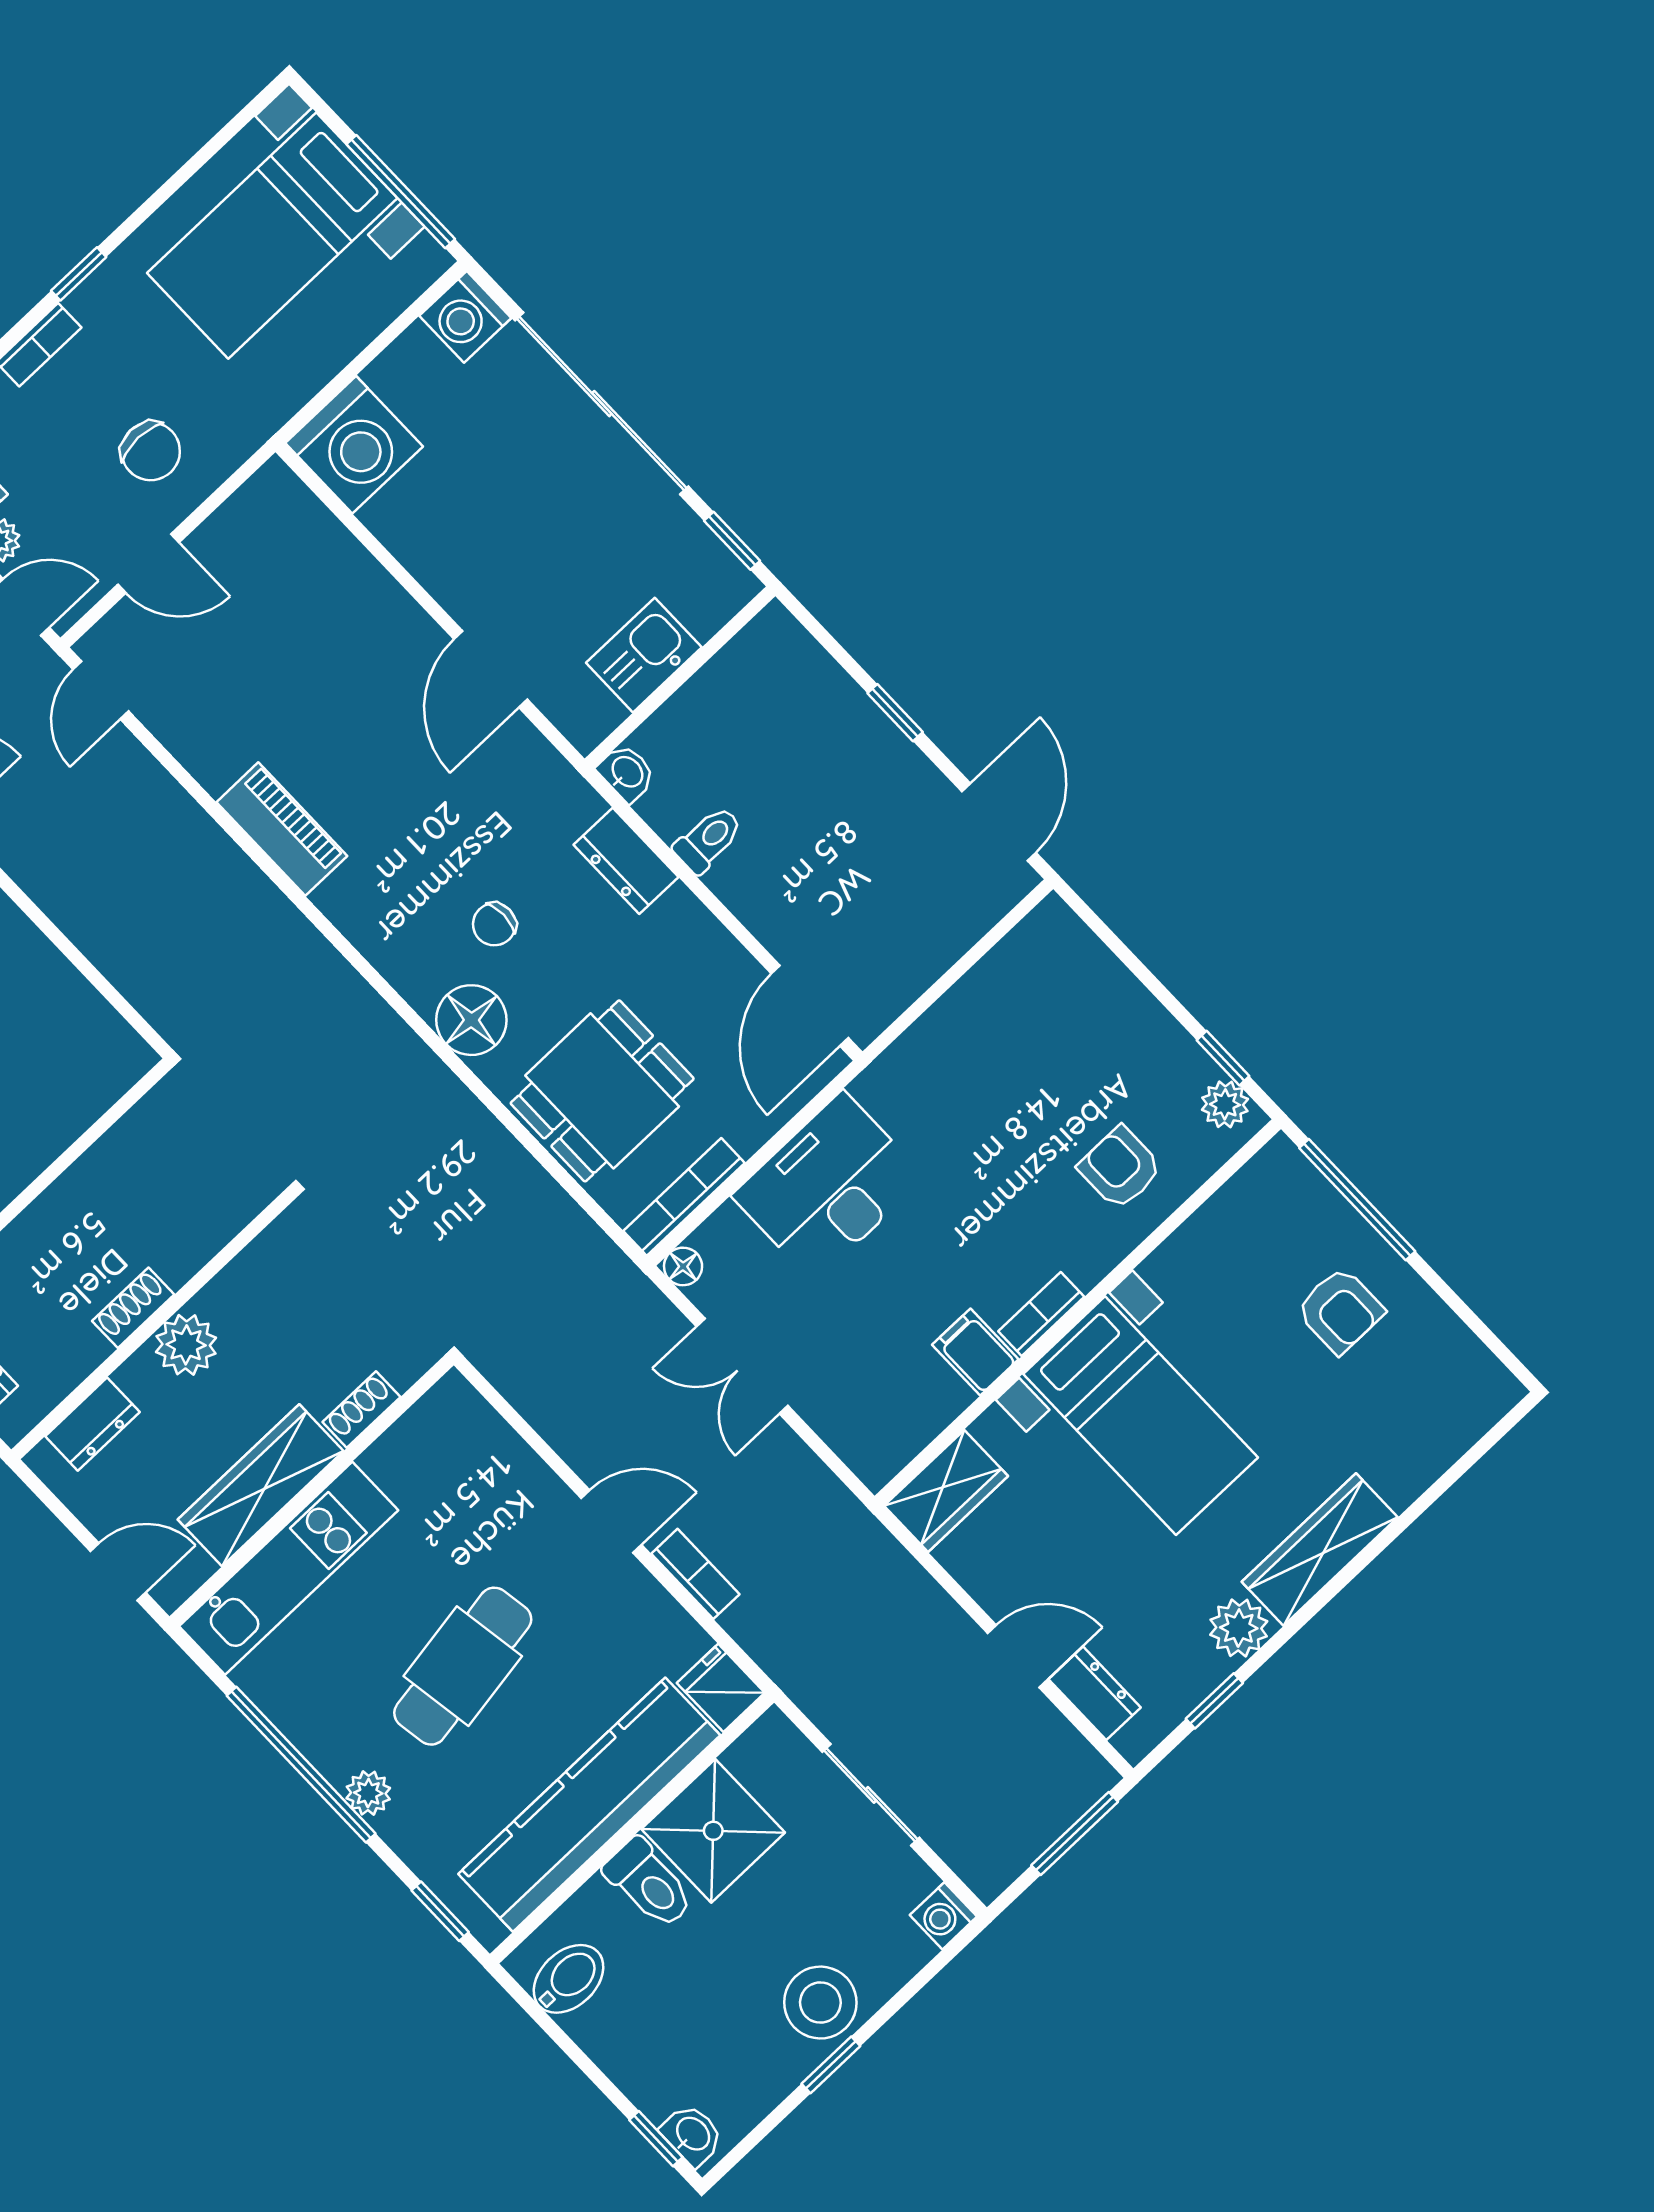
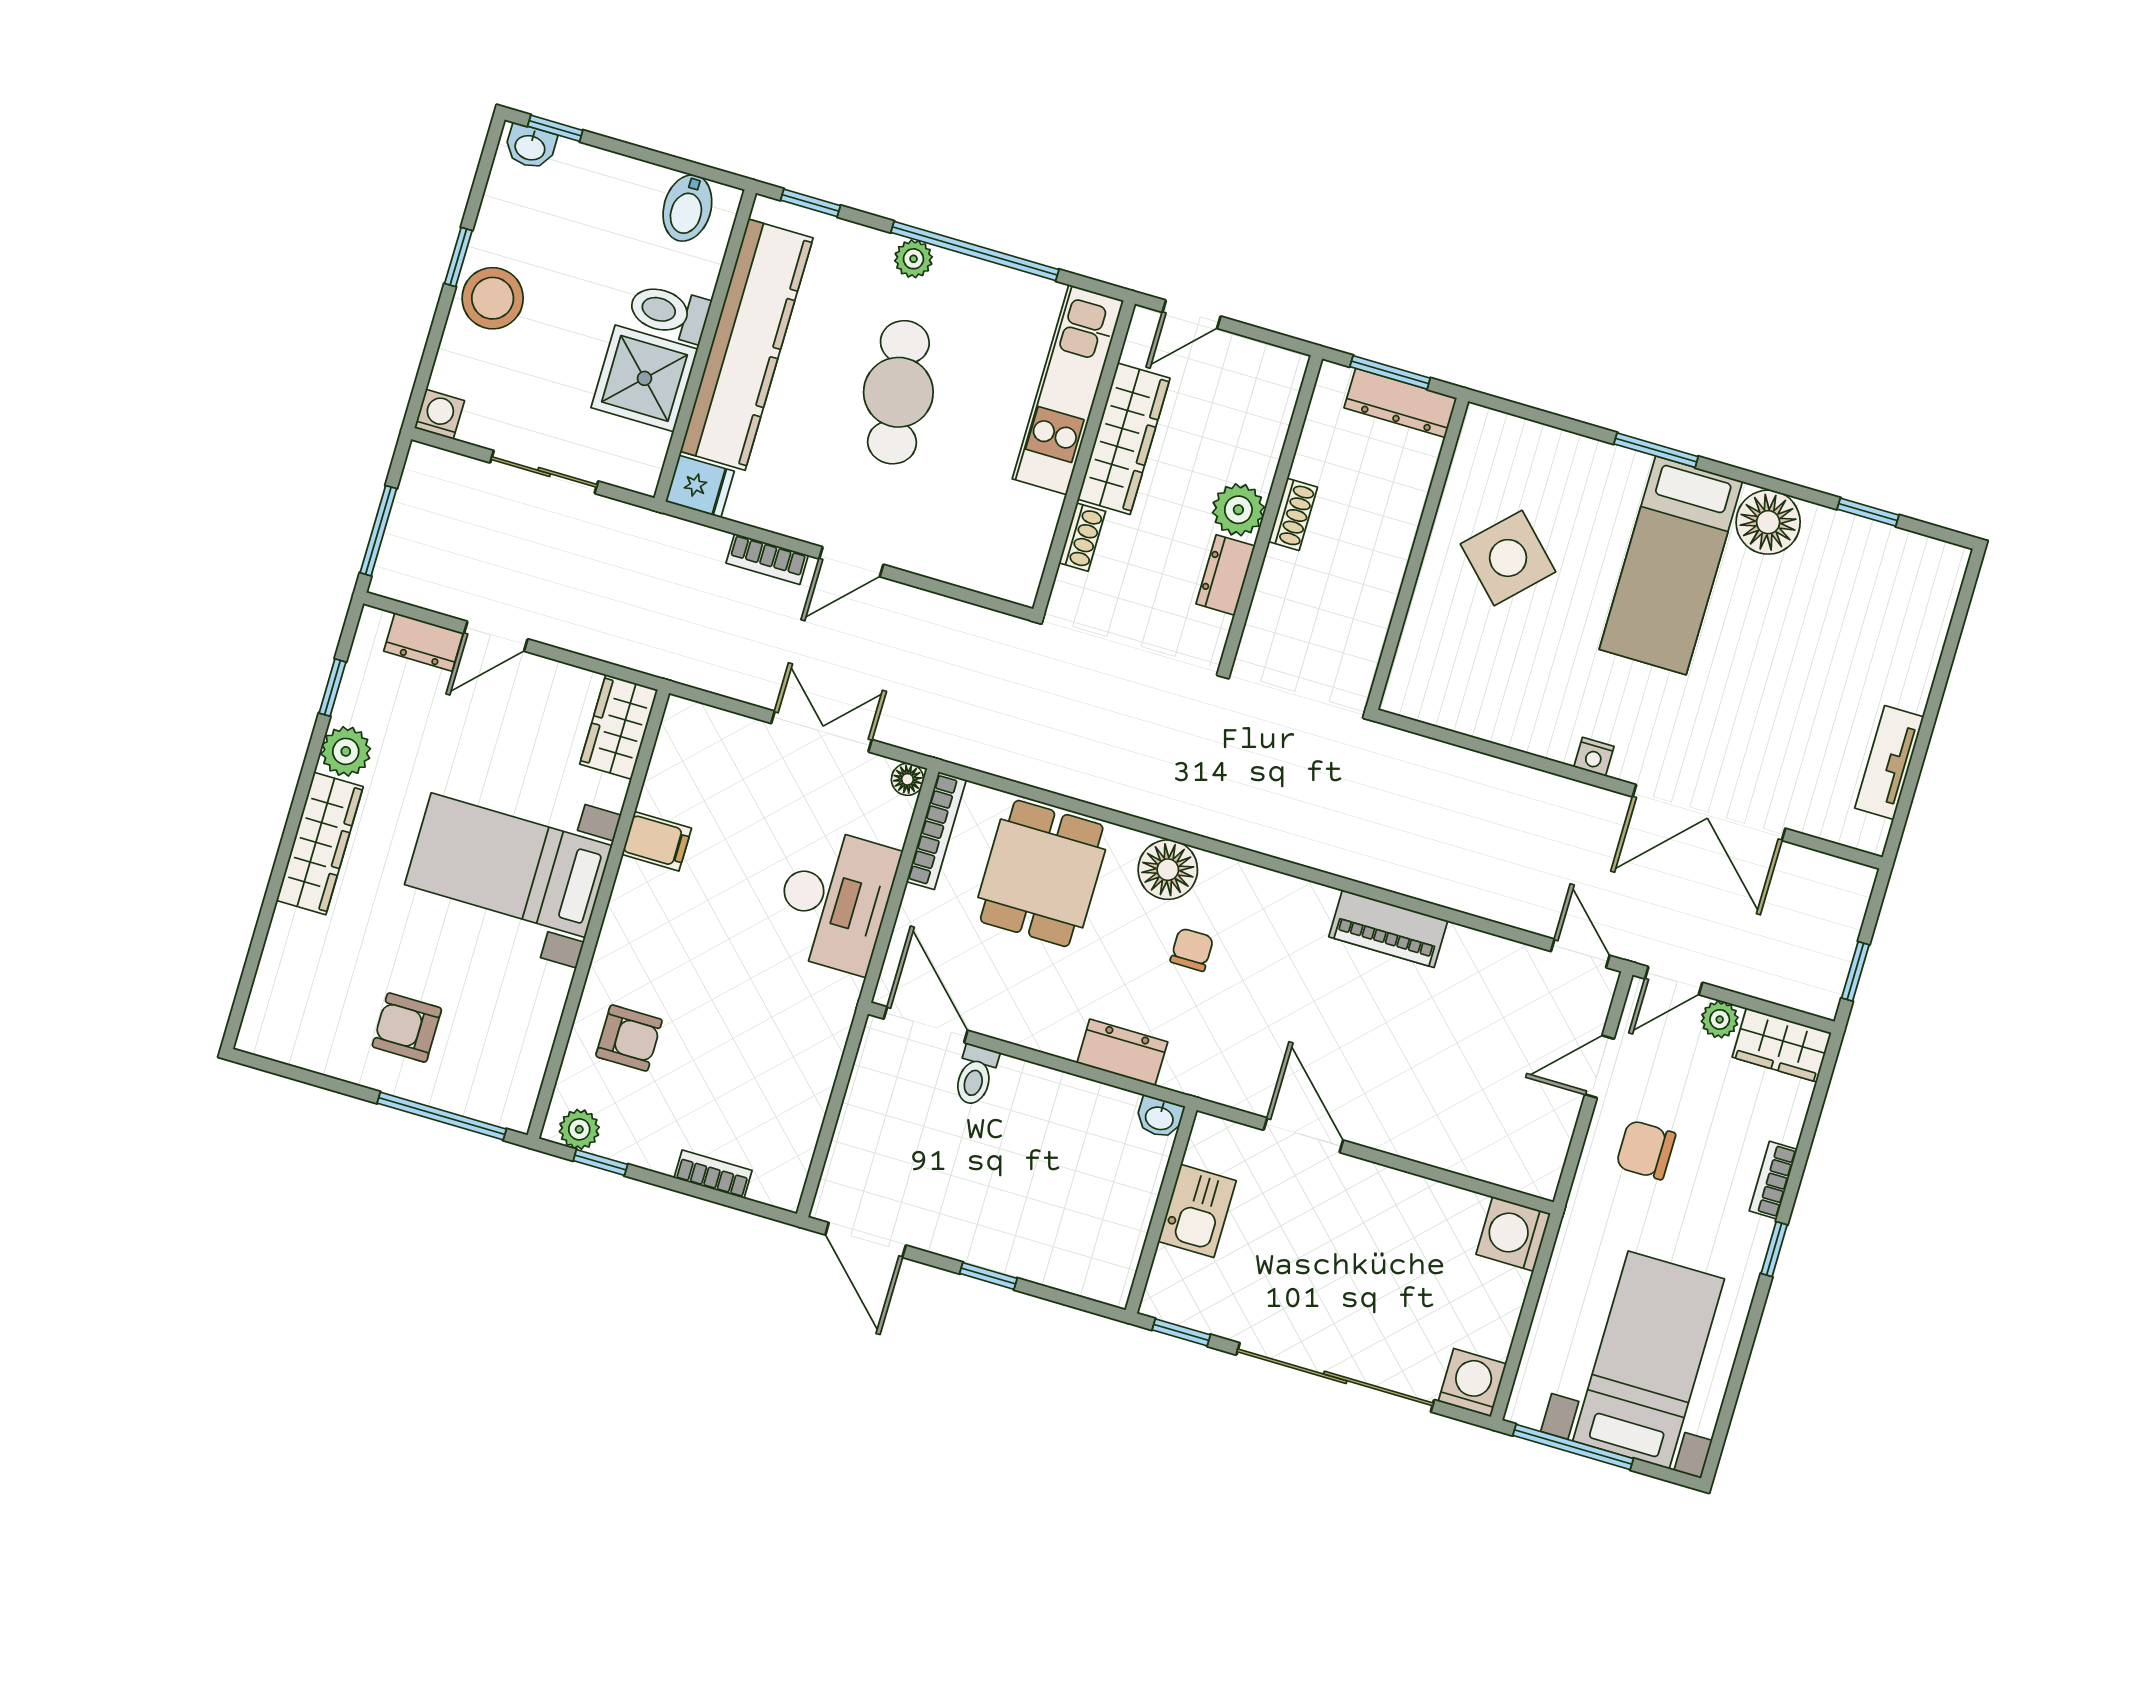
washing machine: (354, 445) -> (1513, 1234), width x0.73, depth x0.73
toilet: (708, 840) -> (975, 1075), moved
bookcase: (1041, 1314) -> (713, 1174), moved, turned -90
dresser: (92, 1424) -> (1225, 575), moved

